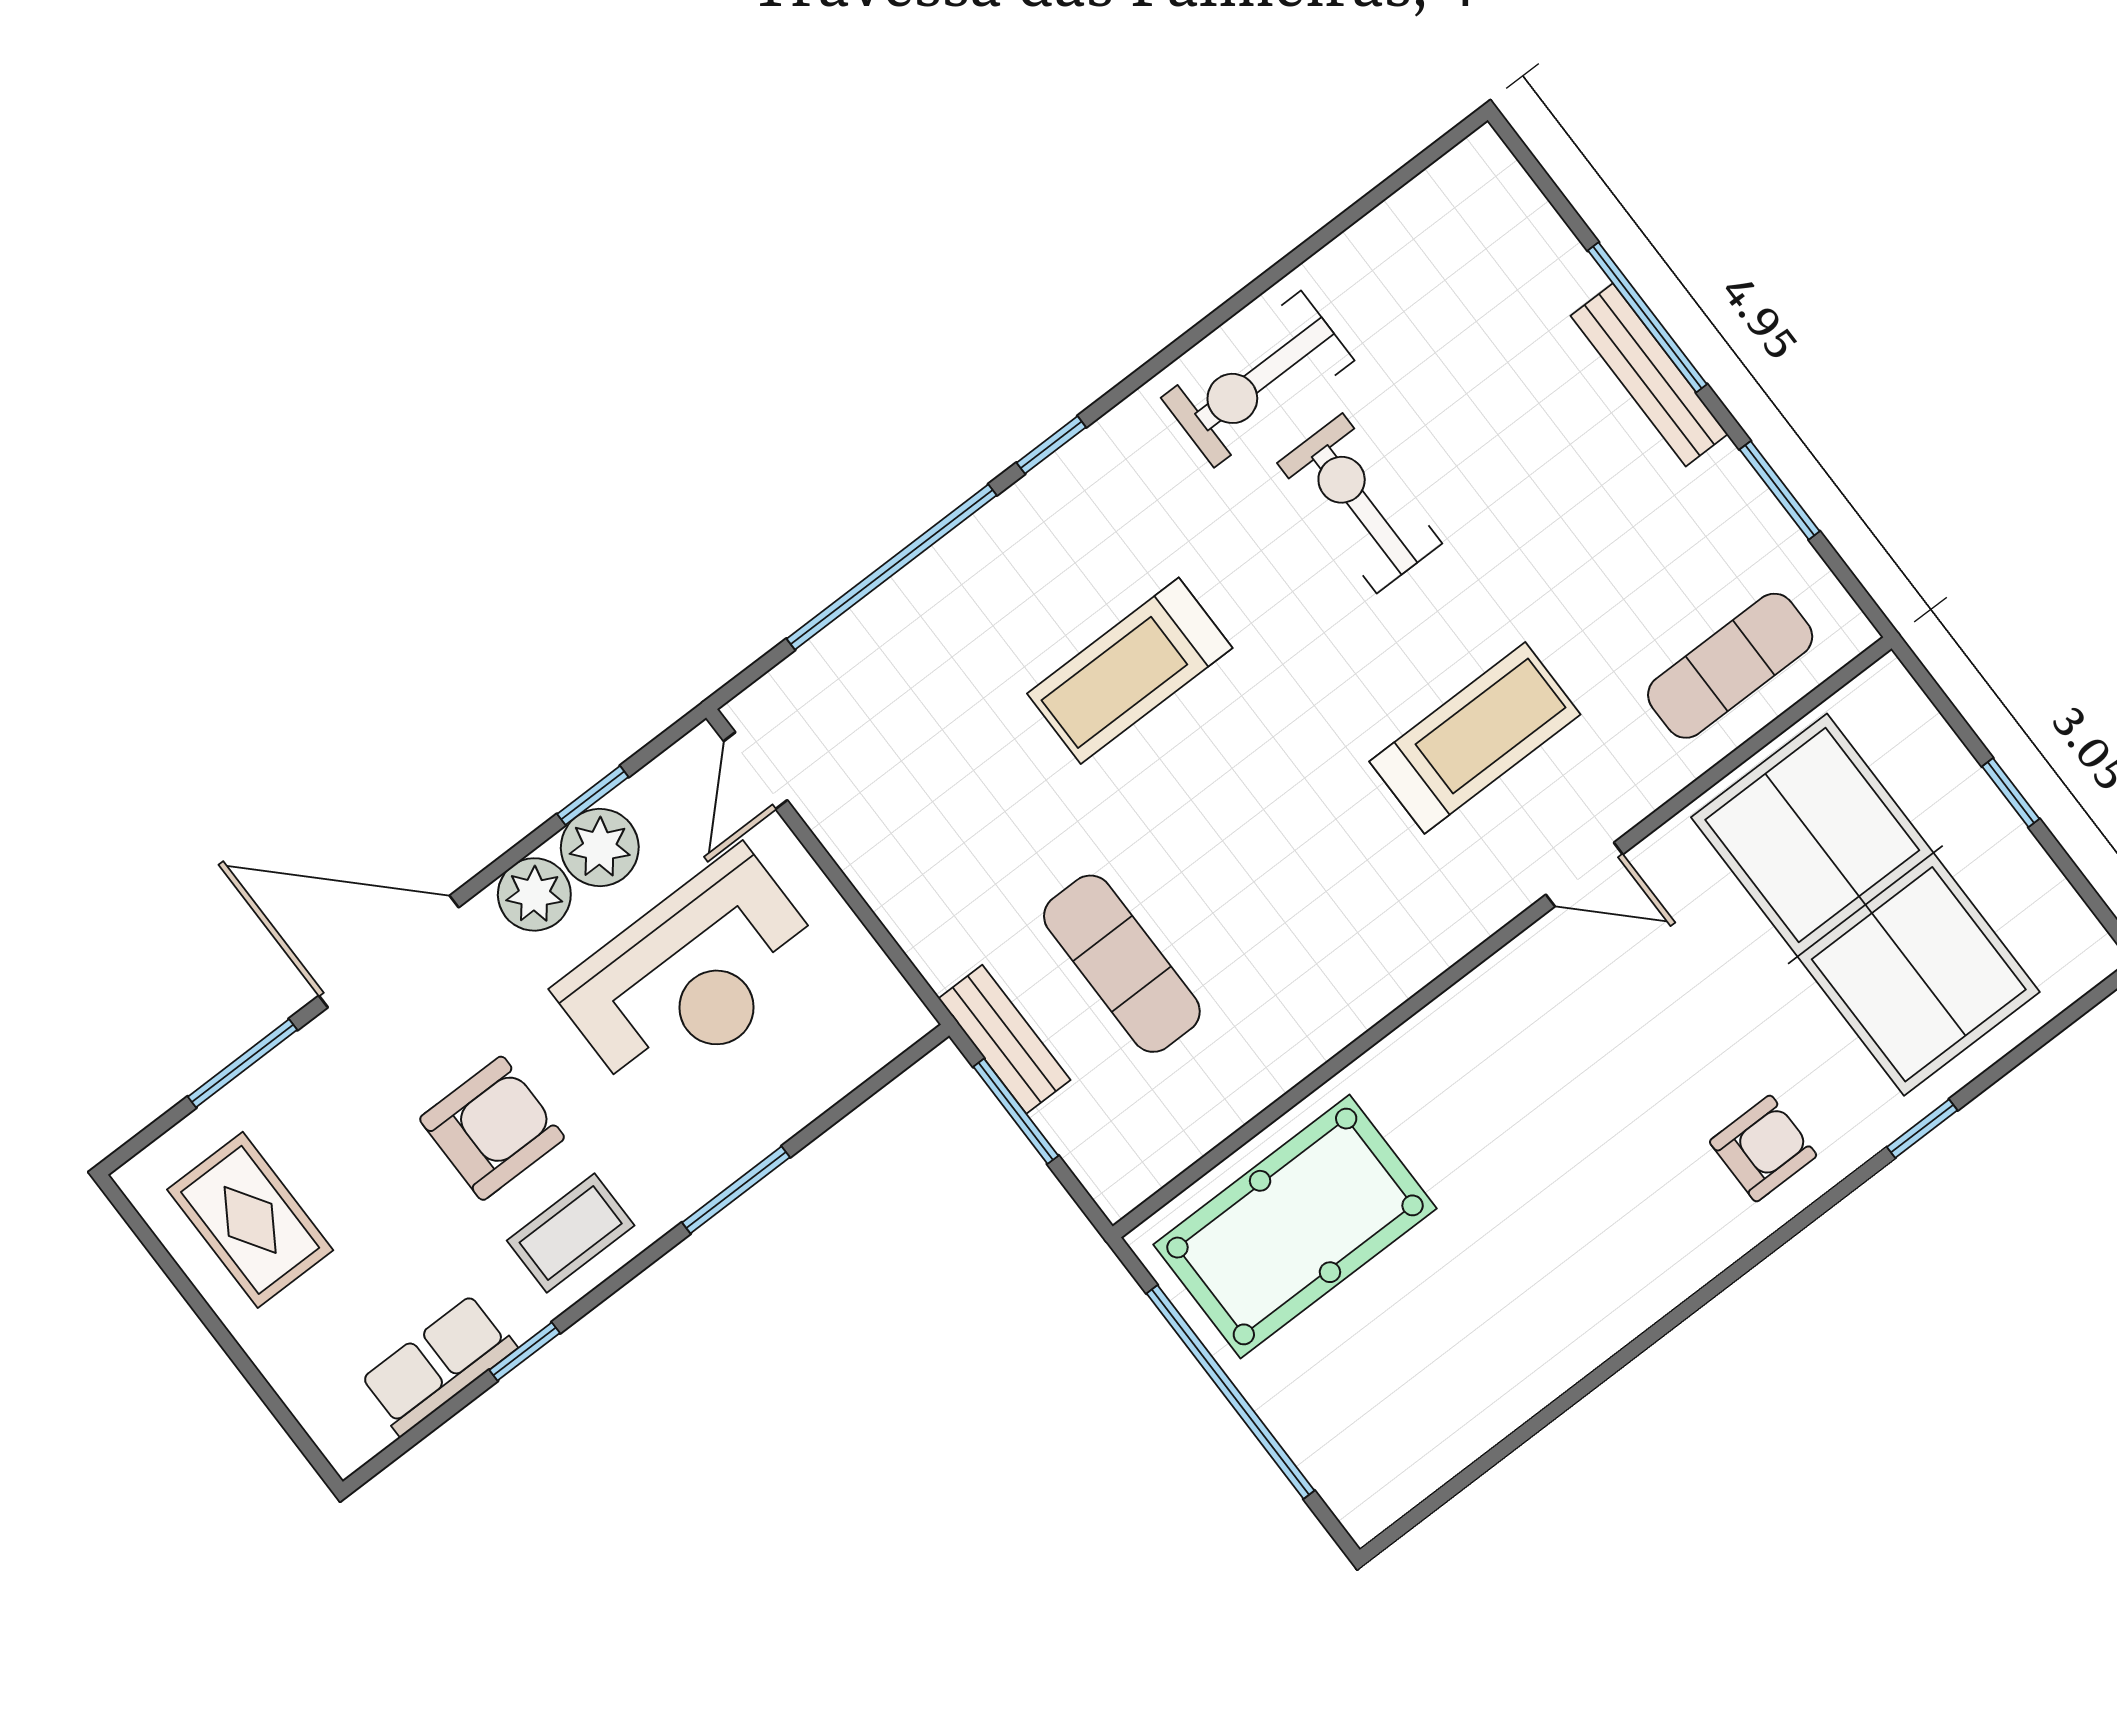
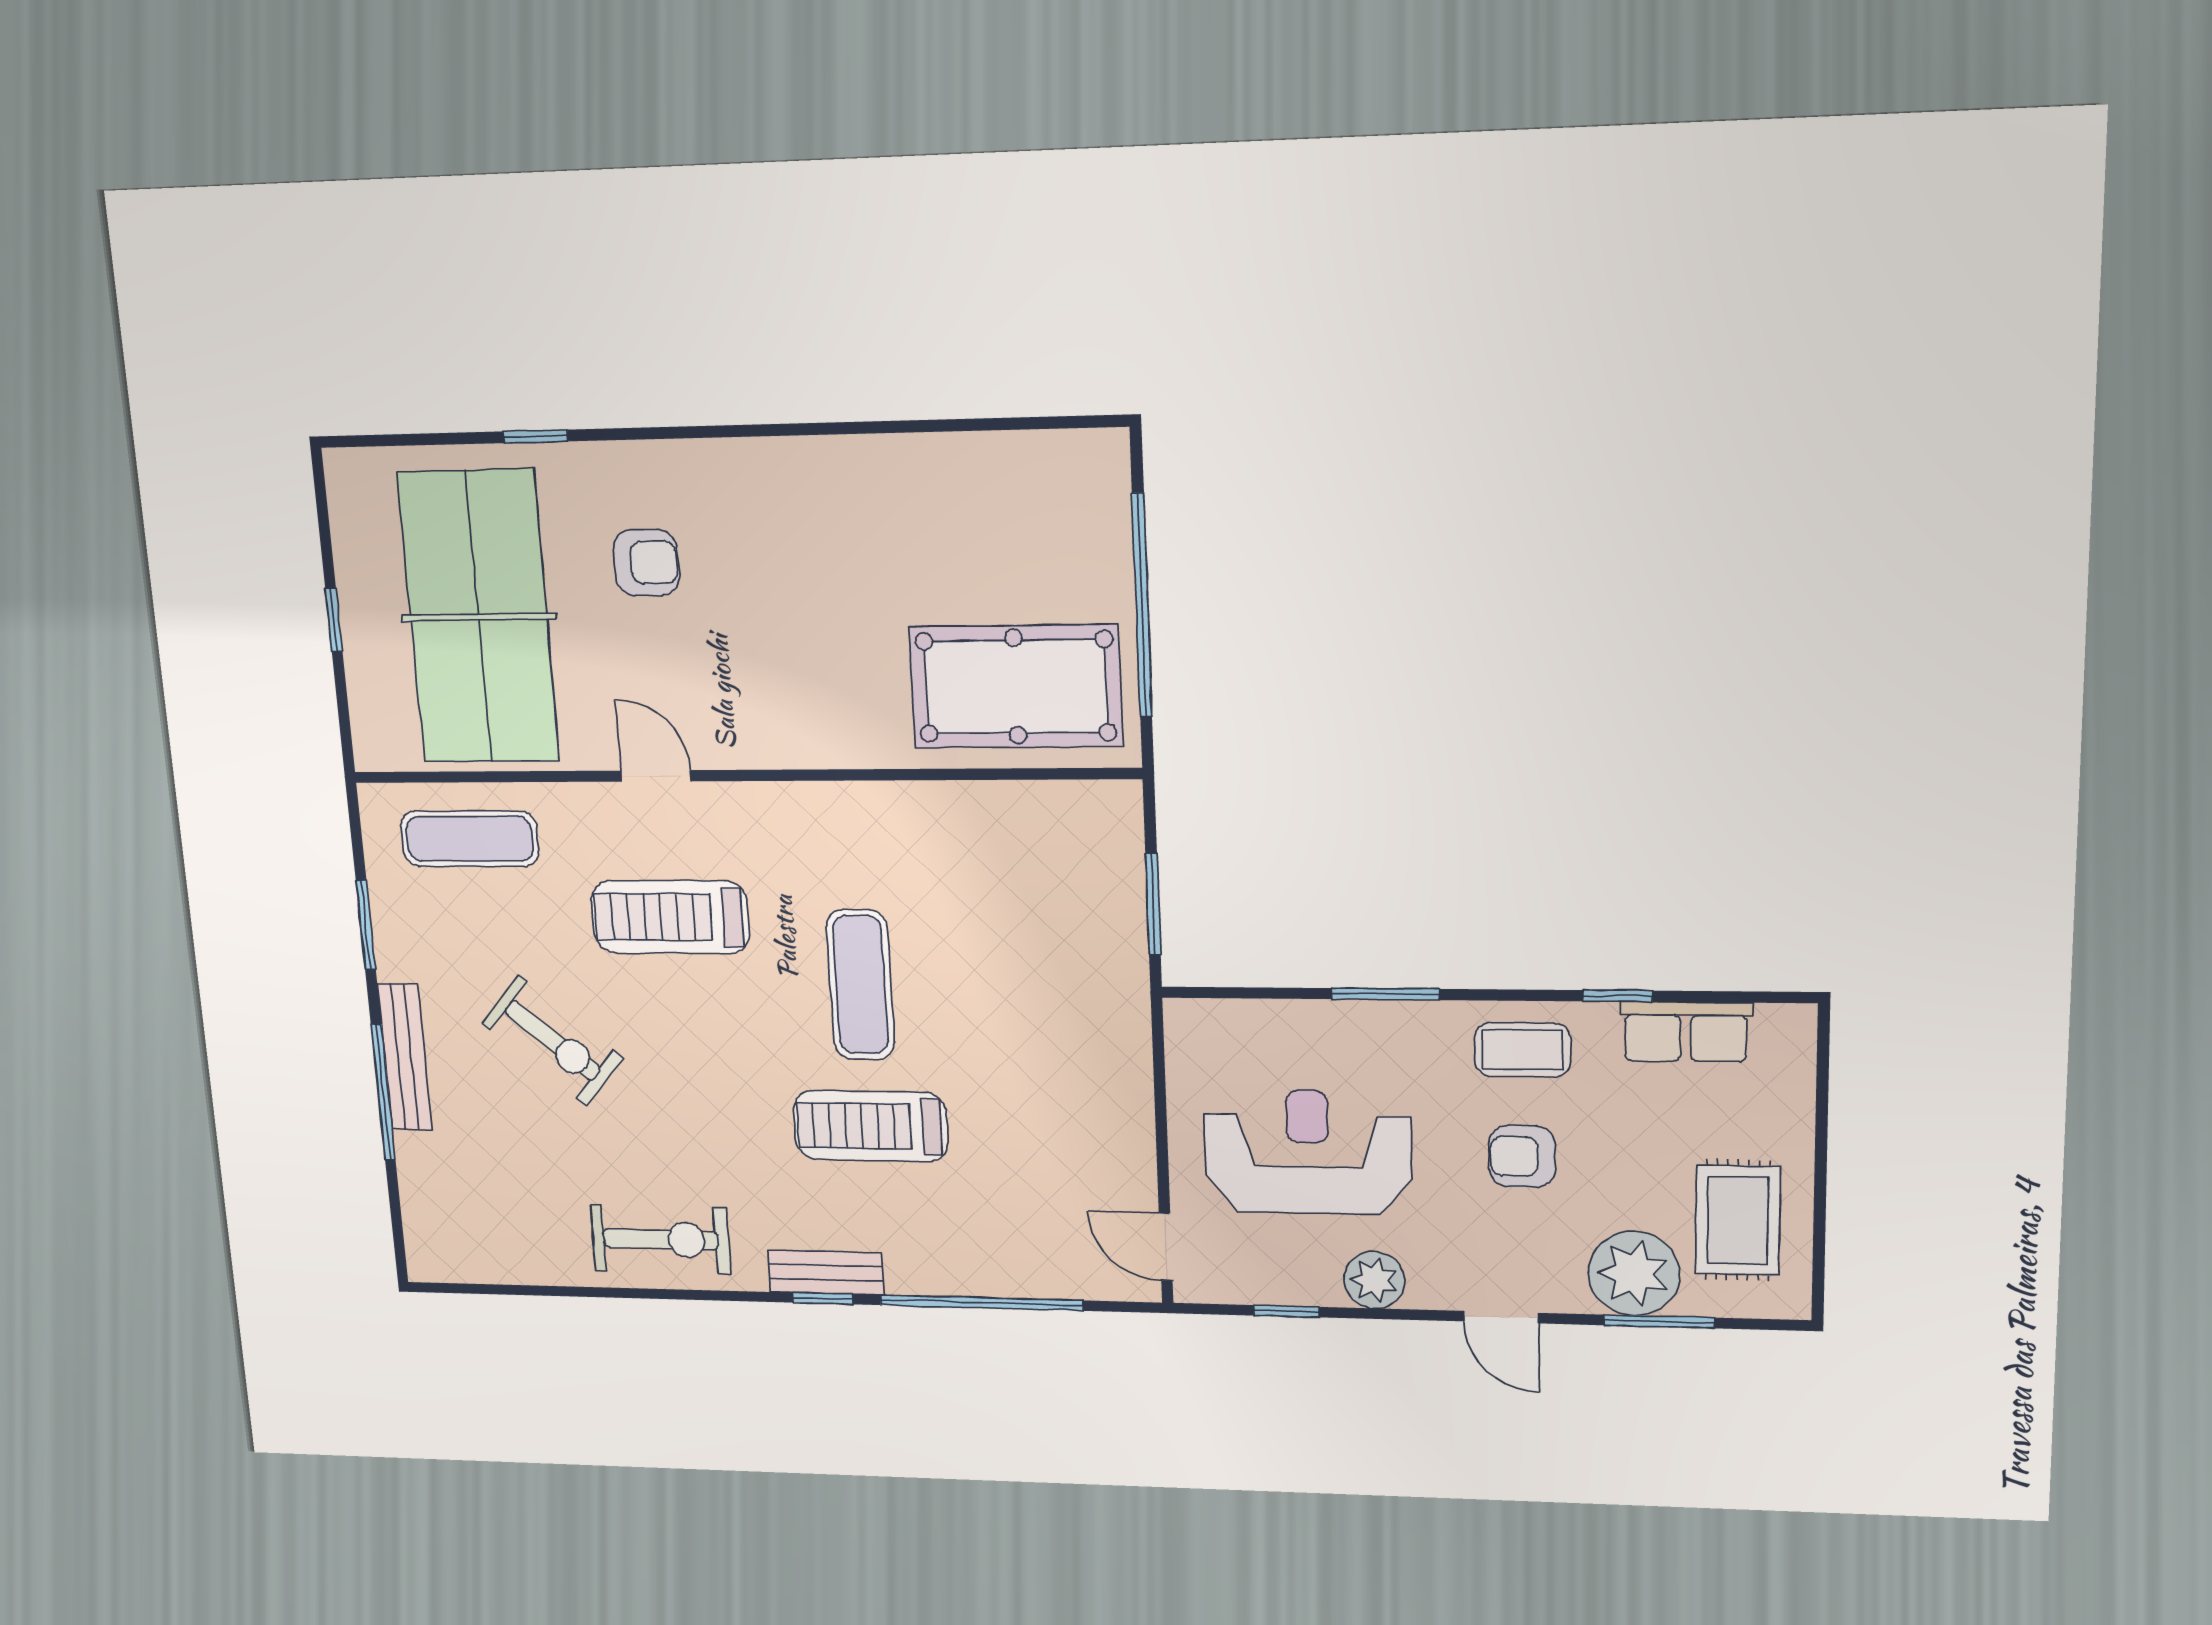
exercise bike: (1360, 503) -> (553, 1041), moved, turned -50
treadmill: (1130, 671) -> (871, 1126), turned 180
door: (755, 771) -> (1166, 1247), swing flipped
plant: (600, 847) -> (1634, 1274), moved, width x1.36, depth x1.36
door: (389, 951) -> (1501, 1317), width x0.53
exercise mat: (1122, 964) -> (860, 985), moved
bench: (1004, 1039) -> (826, 1273), moved, turned 90
armchair: (492, 1128) -> (1522, 1156), width x0.72, depth x0.72
armchair: (1763, 1148) -> (646, 562), moved, turned 180

